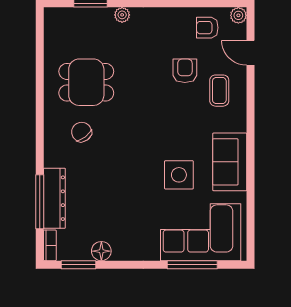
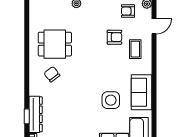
door: (250, 53) -> (154, 26), swing flipped
armchair: (185, 71) -> (114, 37), turned 90
window: (40, 202) -> (27, 116), width x0.46

